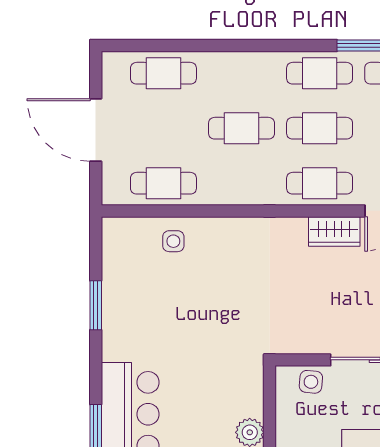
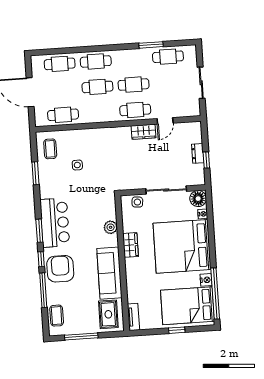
cafe table: (320, 73) -> (96, 61), moved
side table: (173, 241) -> (77, 165), moved
coffee table: (131, 255) -> (50, 149), added

